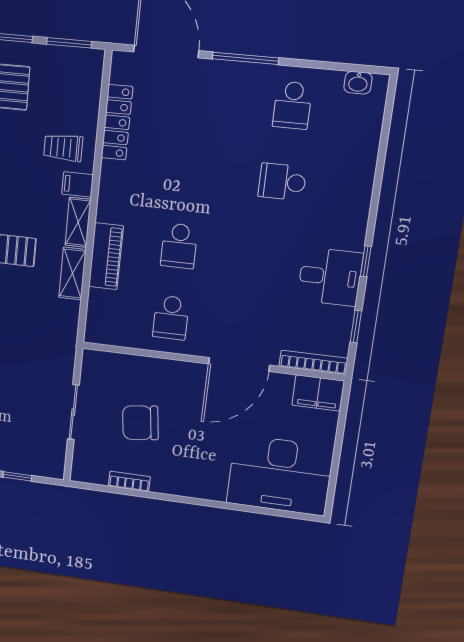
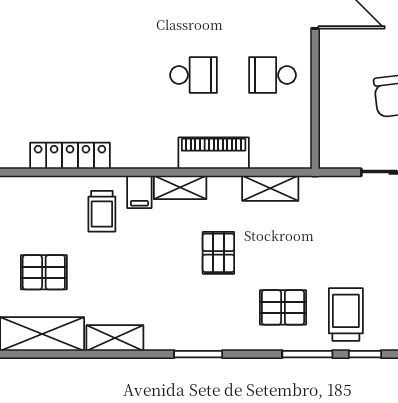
shelving: (72, 273) -> (270, 188), moved
school desk: (171, 318) -> (272, 75), turned 180

